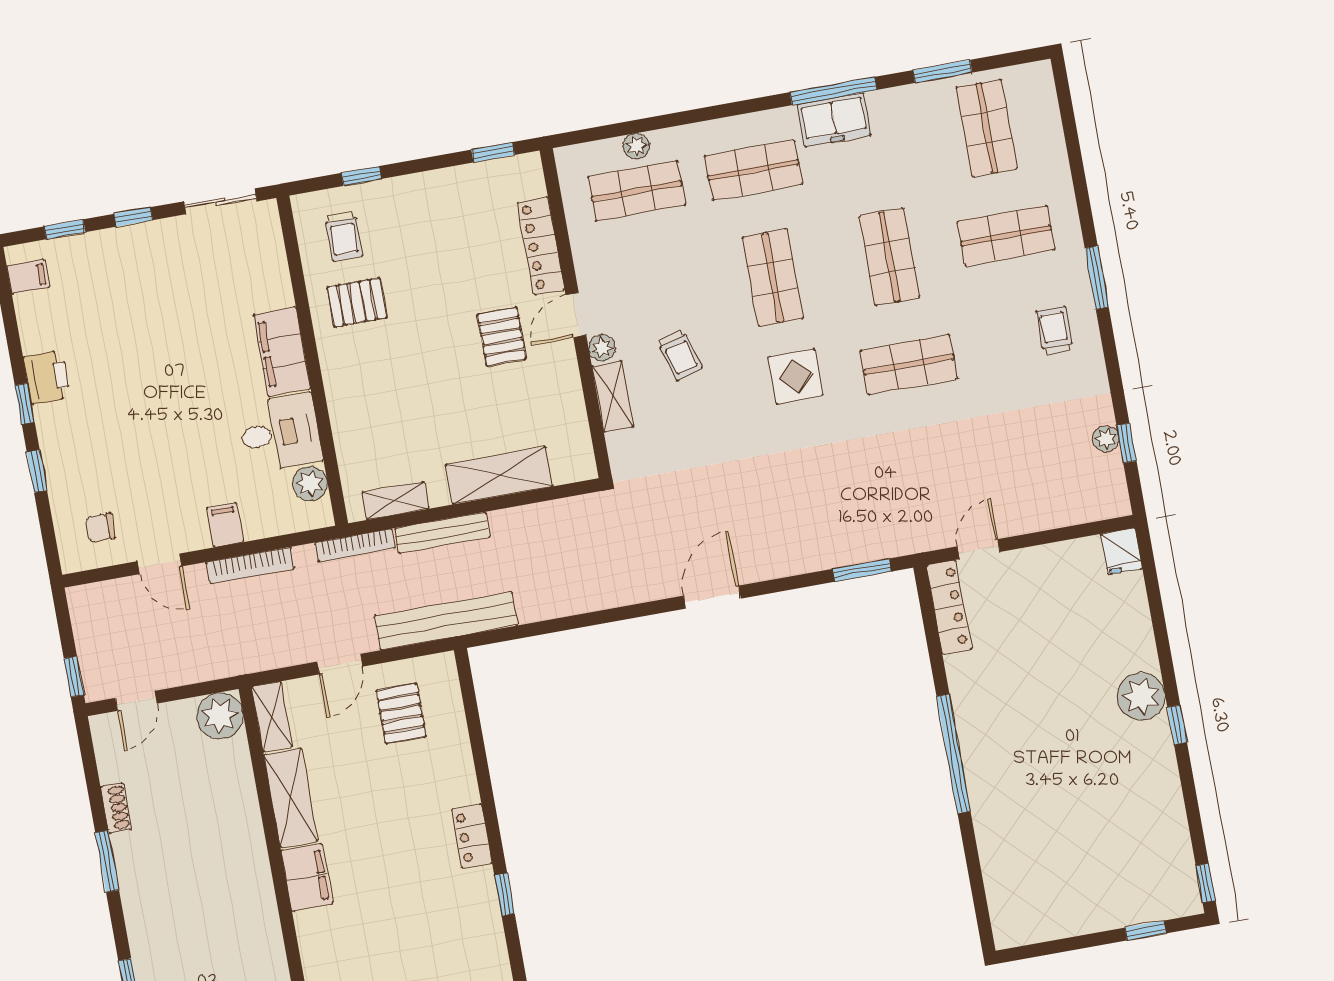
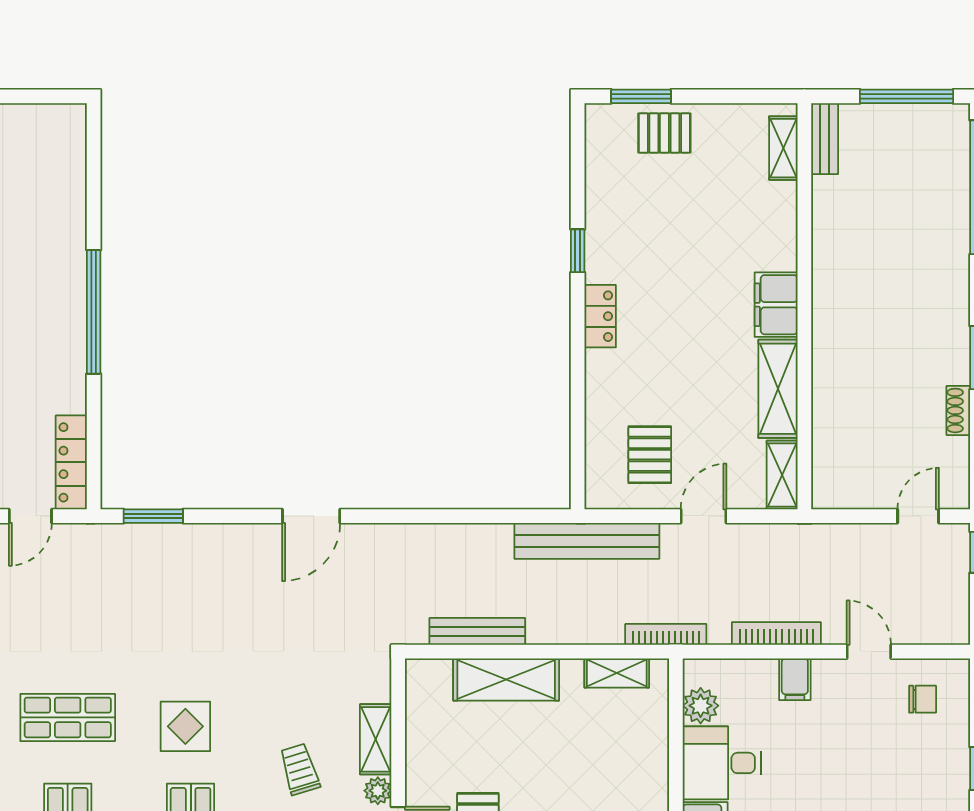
bench: (442, 533) -> (477, 631), moved
plant: (220, 716) -> (835, 485), removed

